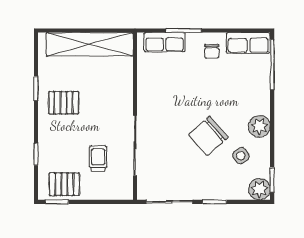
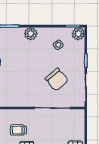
plant: (259, 126) -> (31, 34), moved
chair: (208, 136) -> (57, 79), moved
trolley: (98, 159) -> (18, 130), moved

